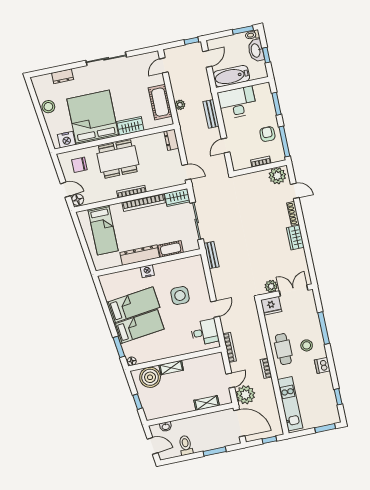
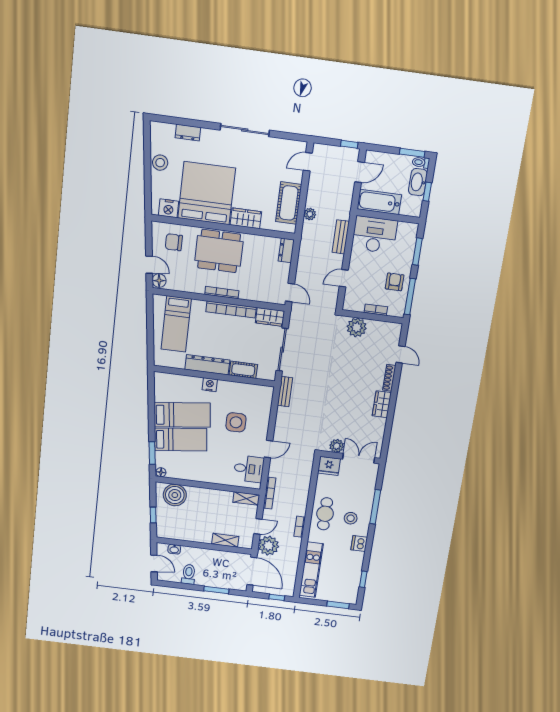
plant: (277, 176) -> (357, 327), moved
shelving: (171, 368) -> (246, 498), moved

